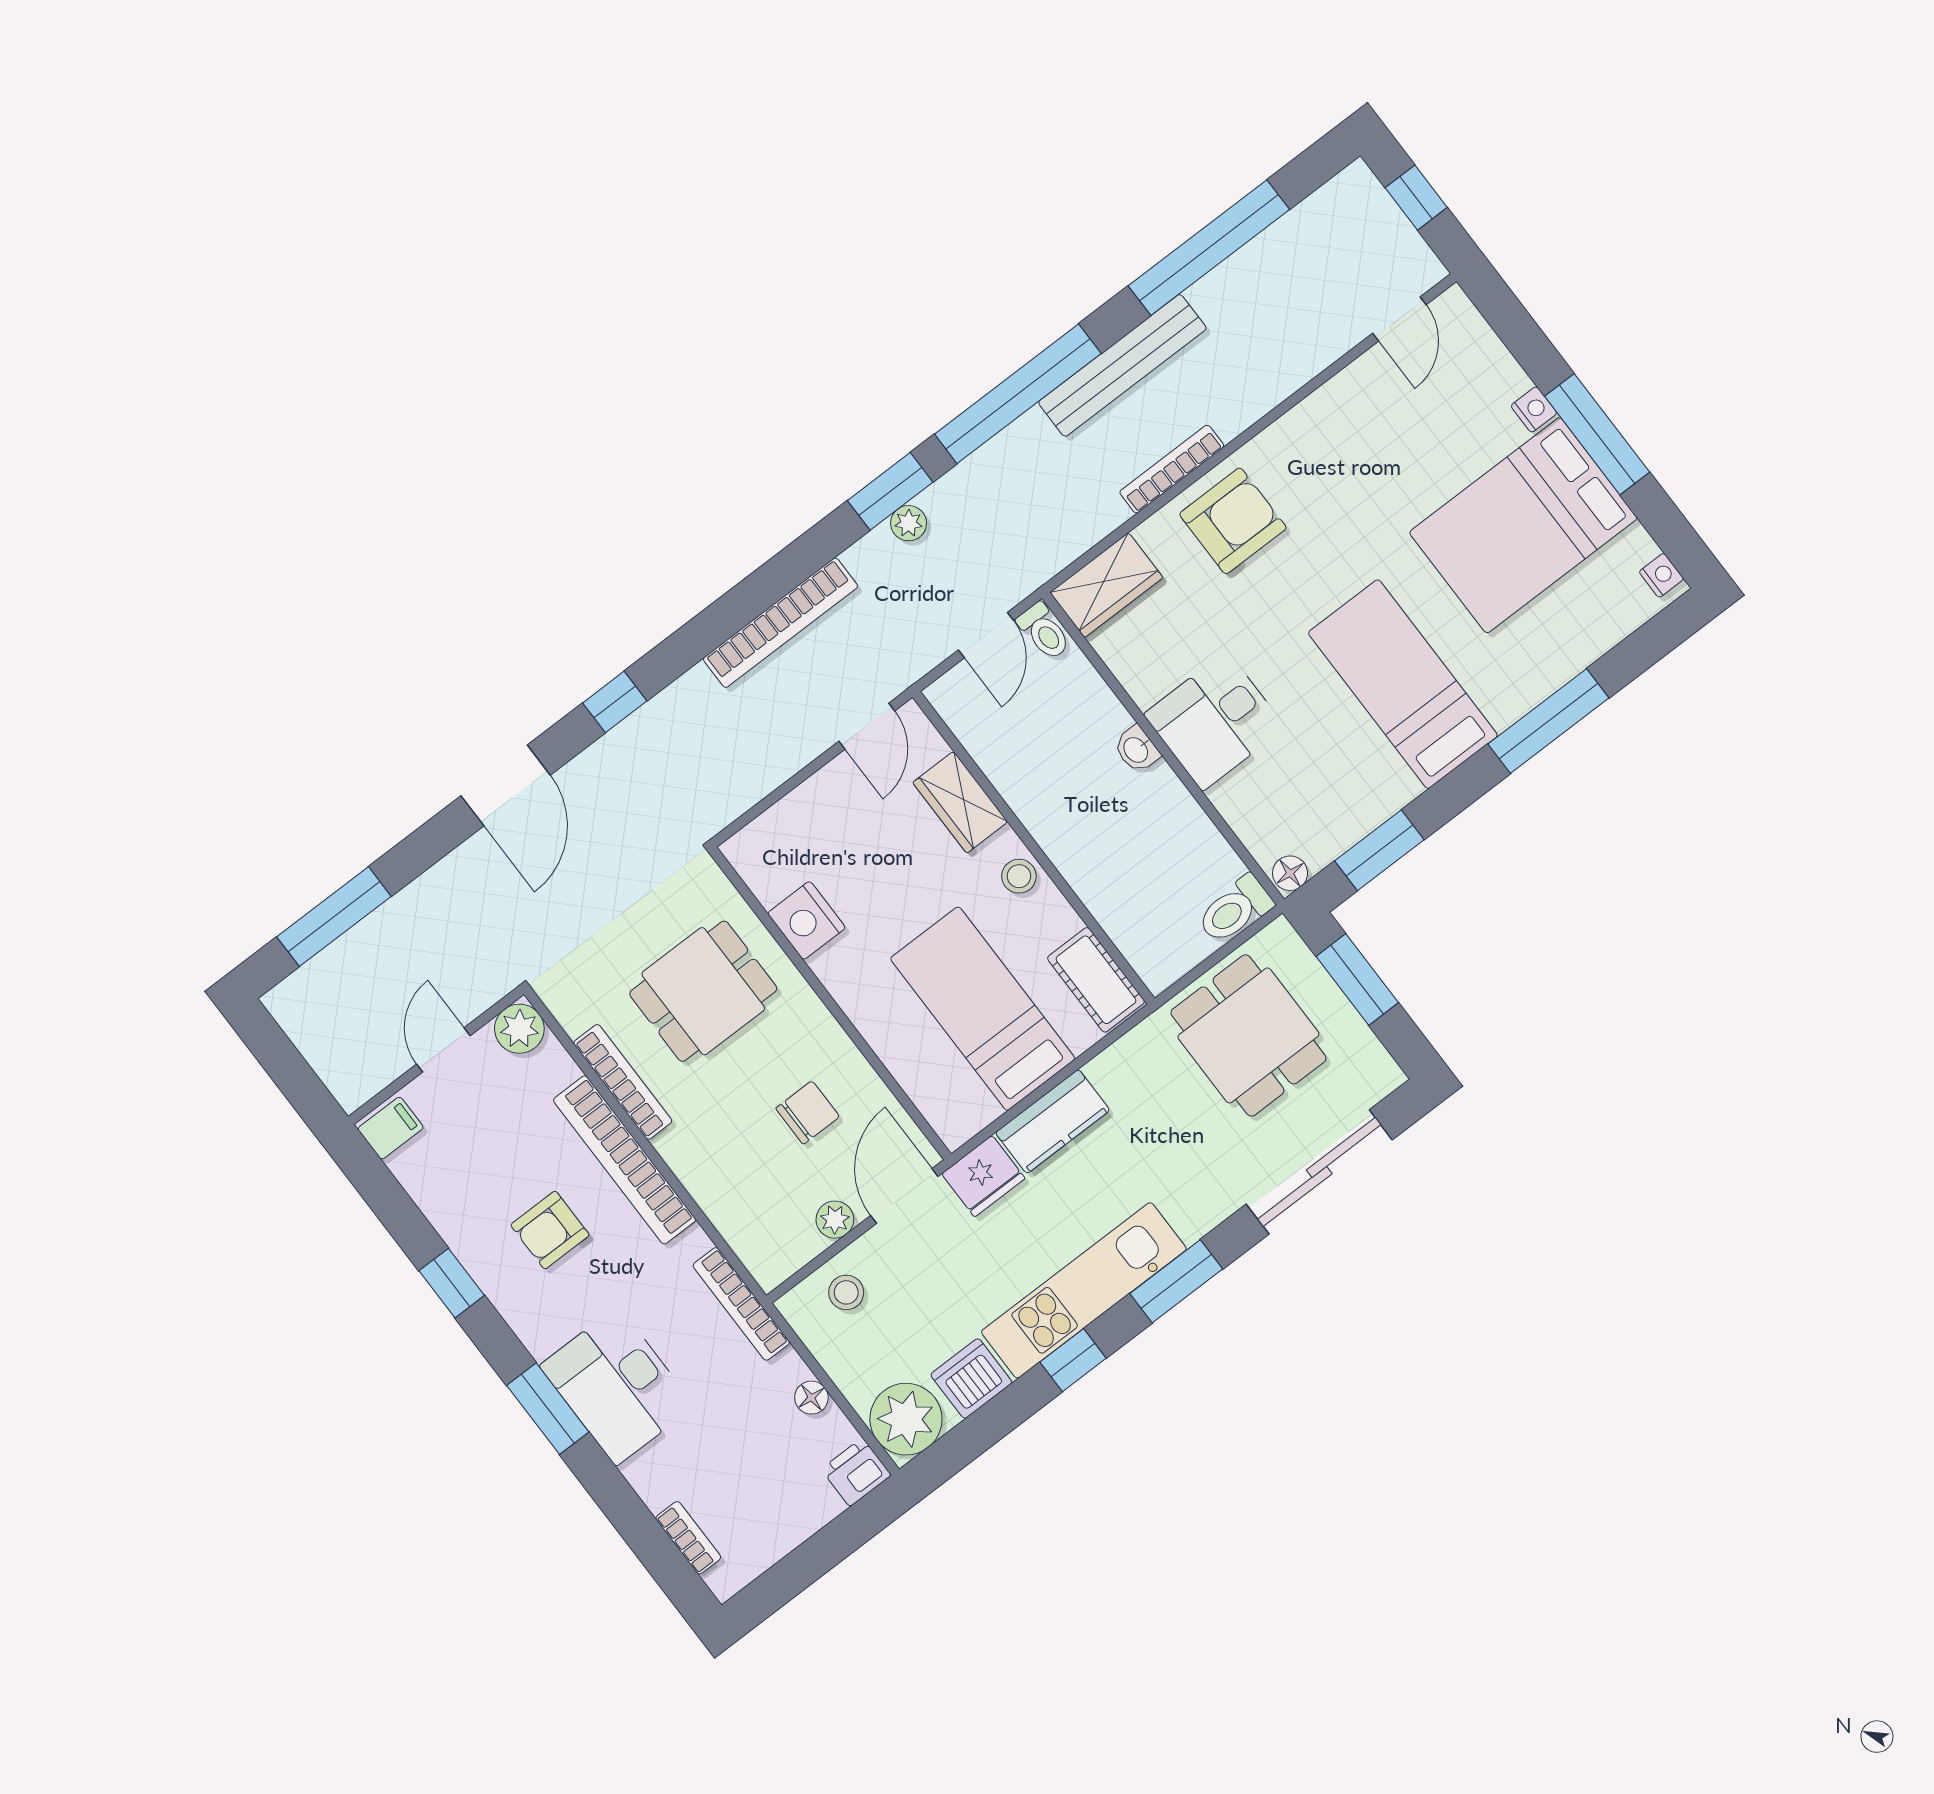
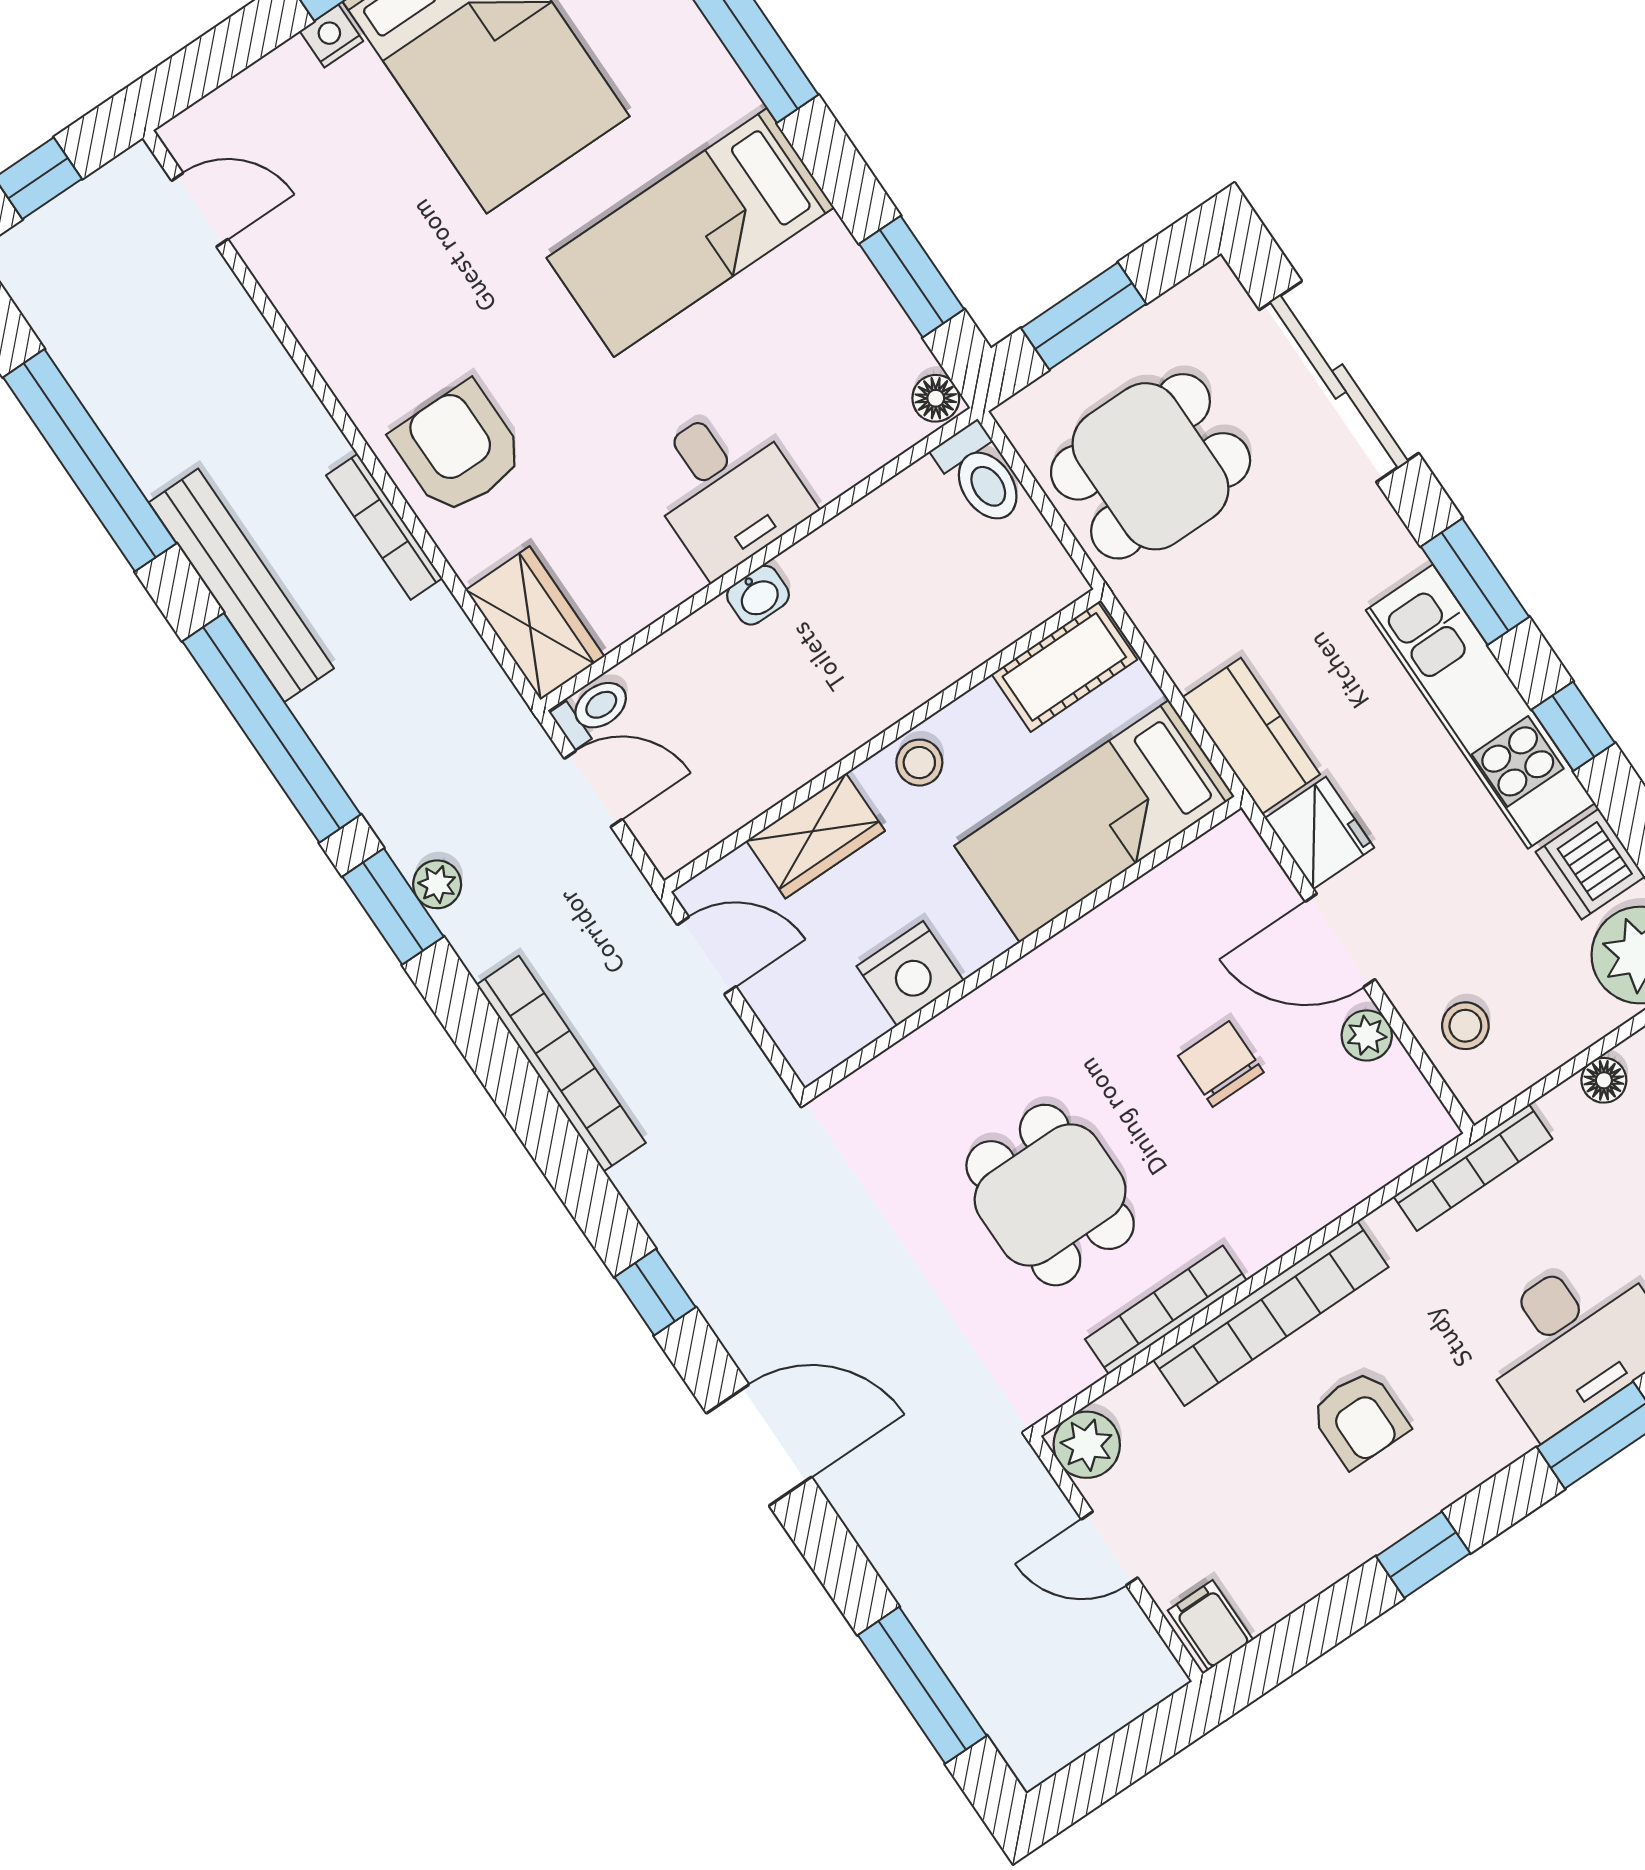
nightstand: (806, 920) -> (910, 973), moved
wall: (830, 1003) -> (1023, 948), moved

